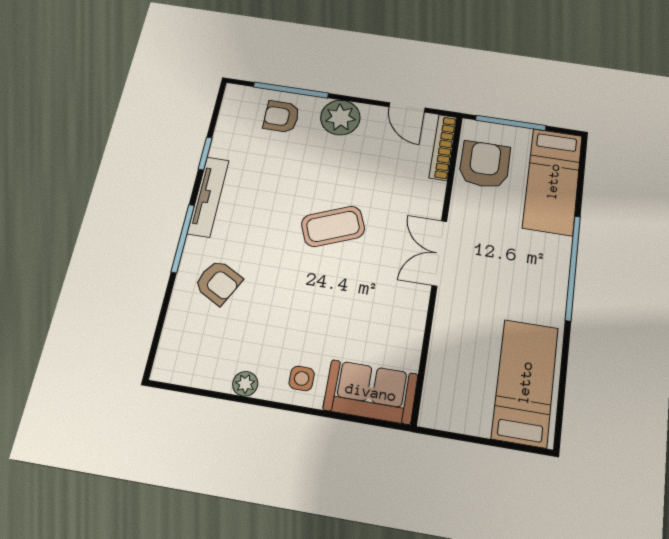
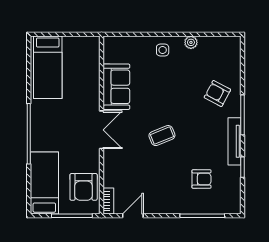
door: (407, 107) -> (133, 216), hinge flipped
armchair: (281, 117) -> (201, 179), moved
plant: (340, 117) -> (170, 203), removed
bookcase: (443, 147) -> (108, 201), width x0.64
coffee table: (333, 226) -> (162, 136), width x0.73, depth x0.77
sofa: (371, 392) -> (116, 87), moved, turned -90

